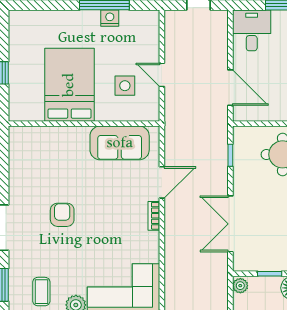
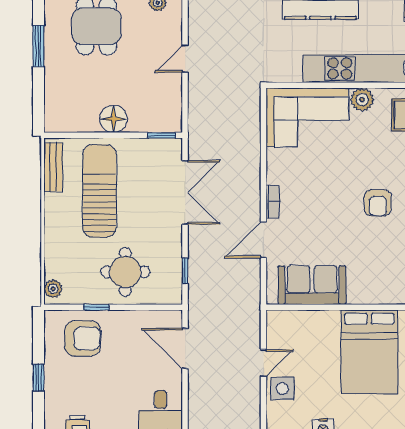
door: (162, 75) -> (263, 363), hinge flipped
side table: (125, 86) -> (282, 389), moved
window: (270, 274) -> (161, 135), moved
plant: (240, 286) -> (174, 122), removed

